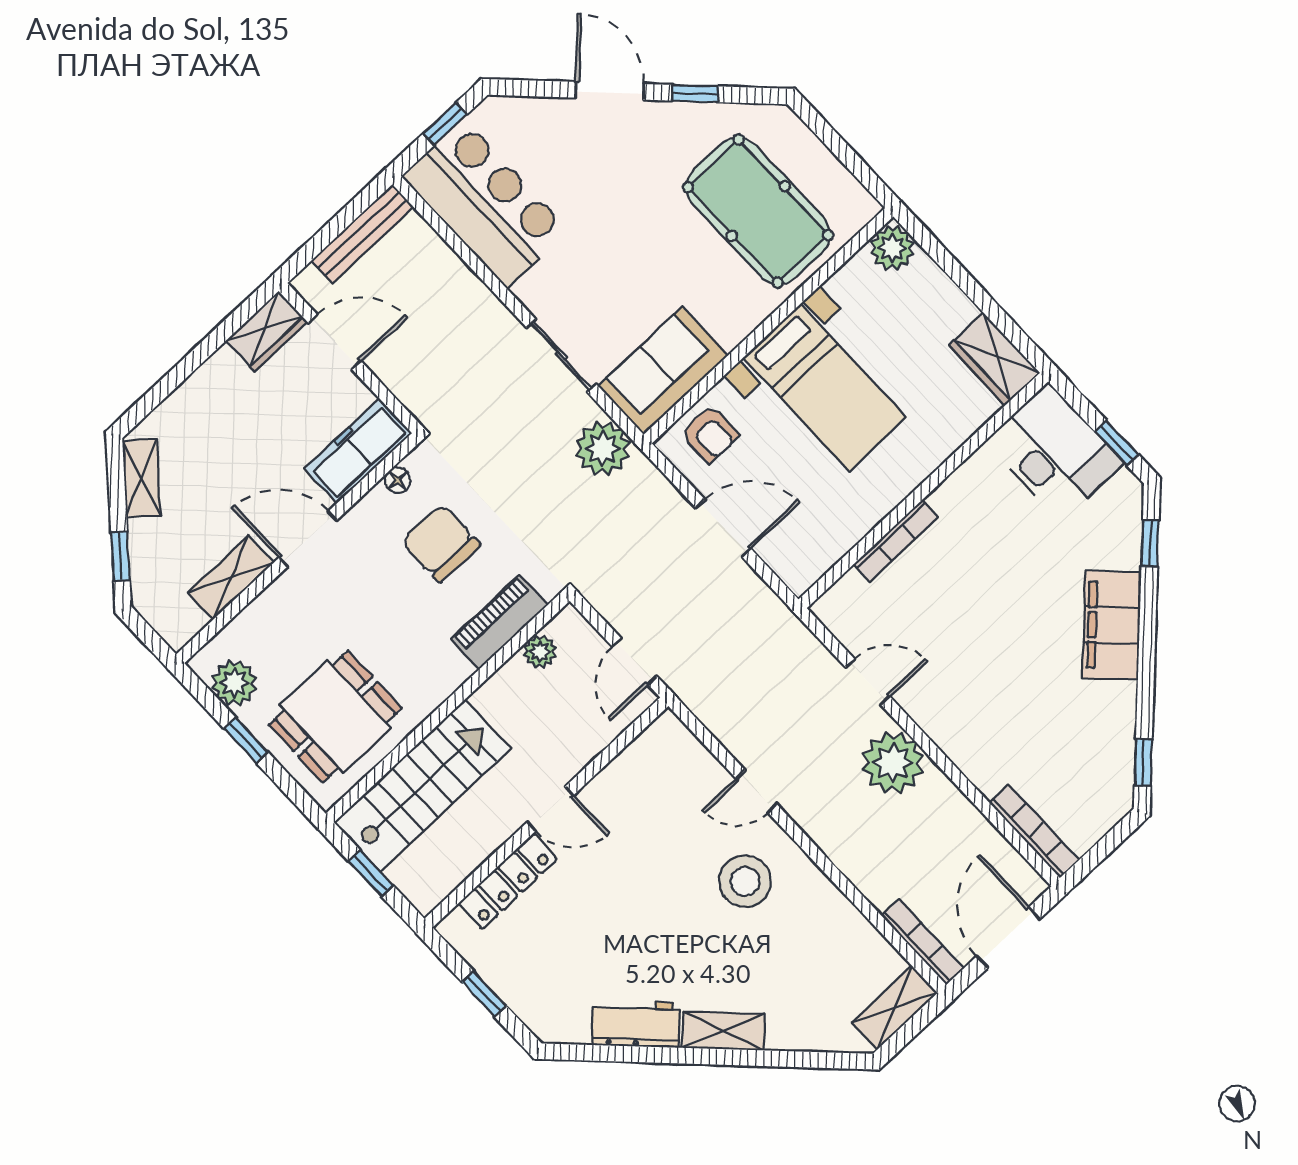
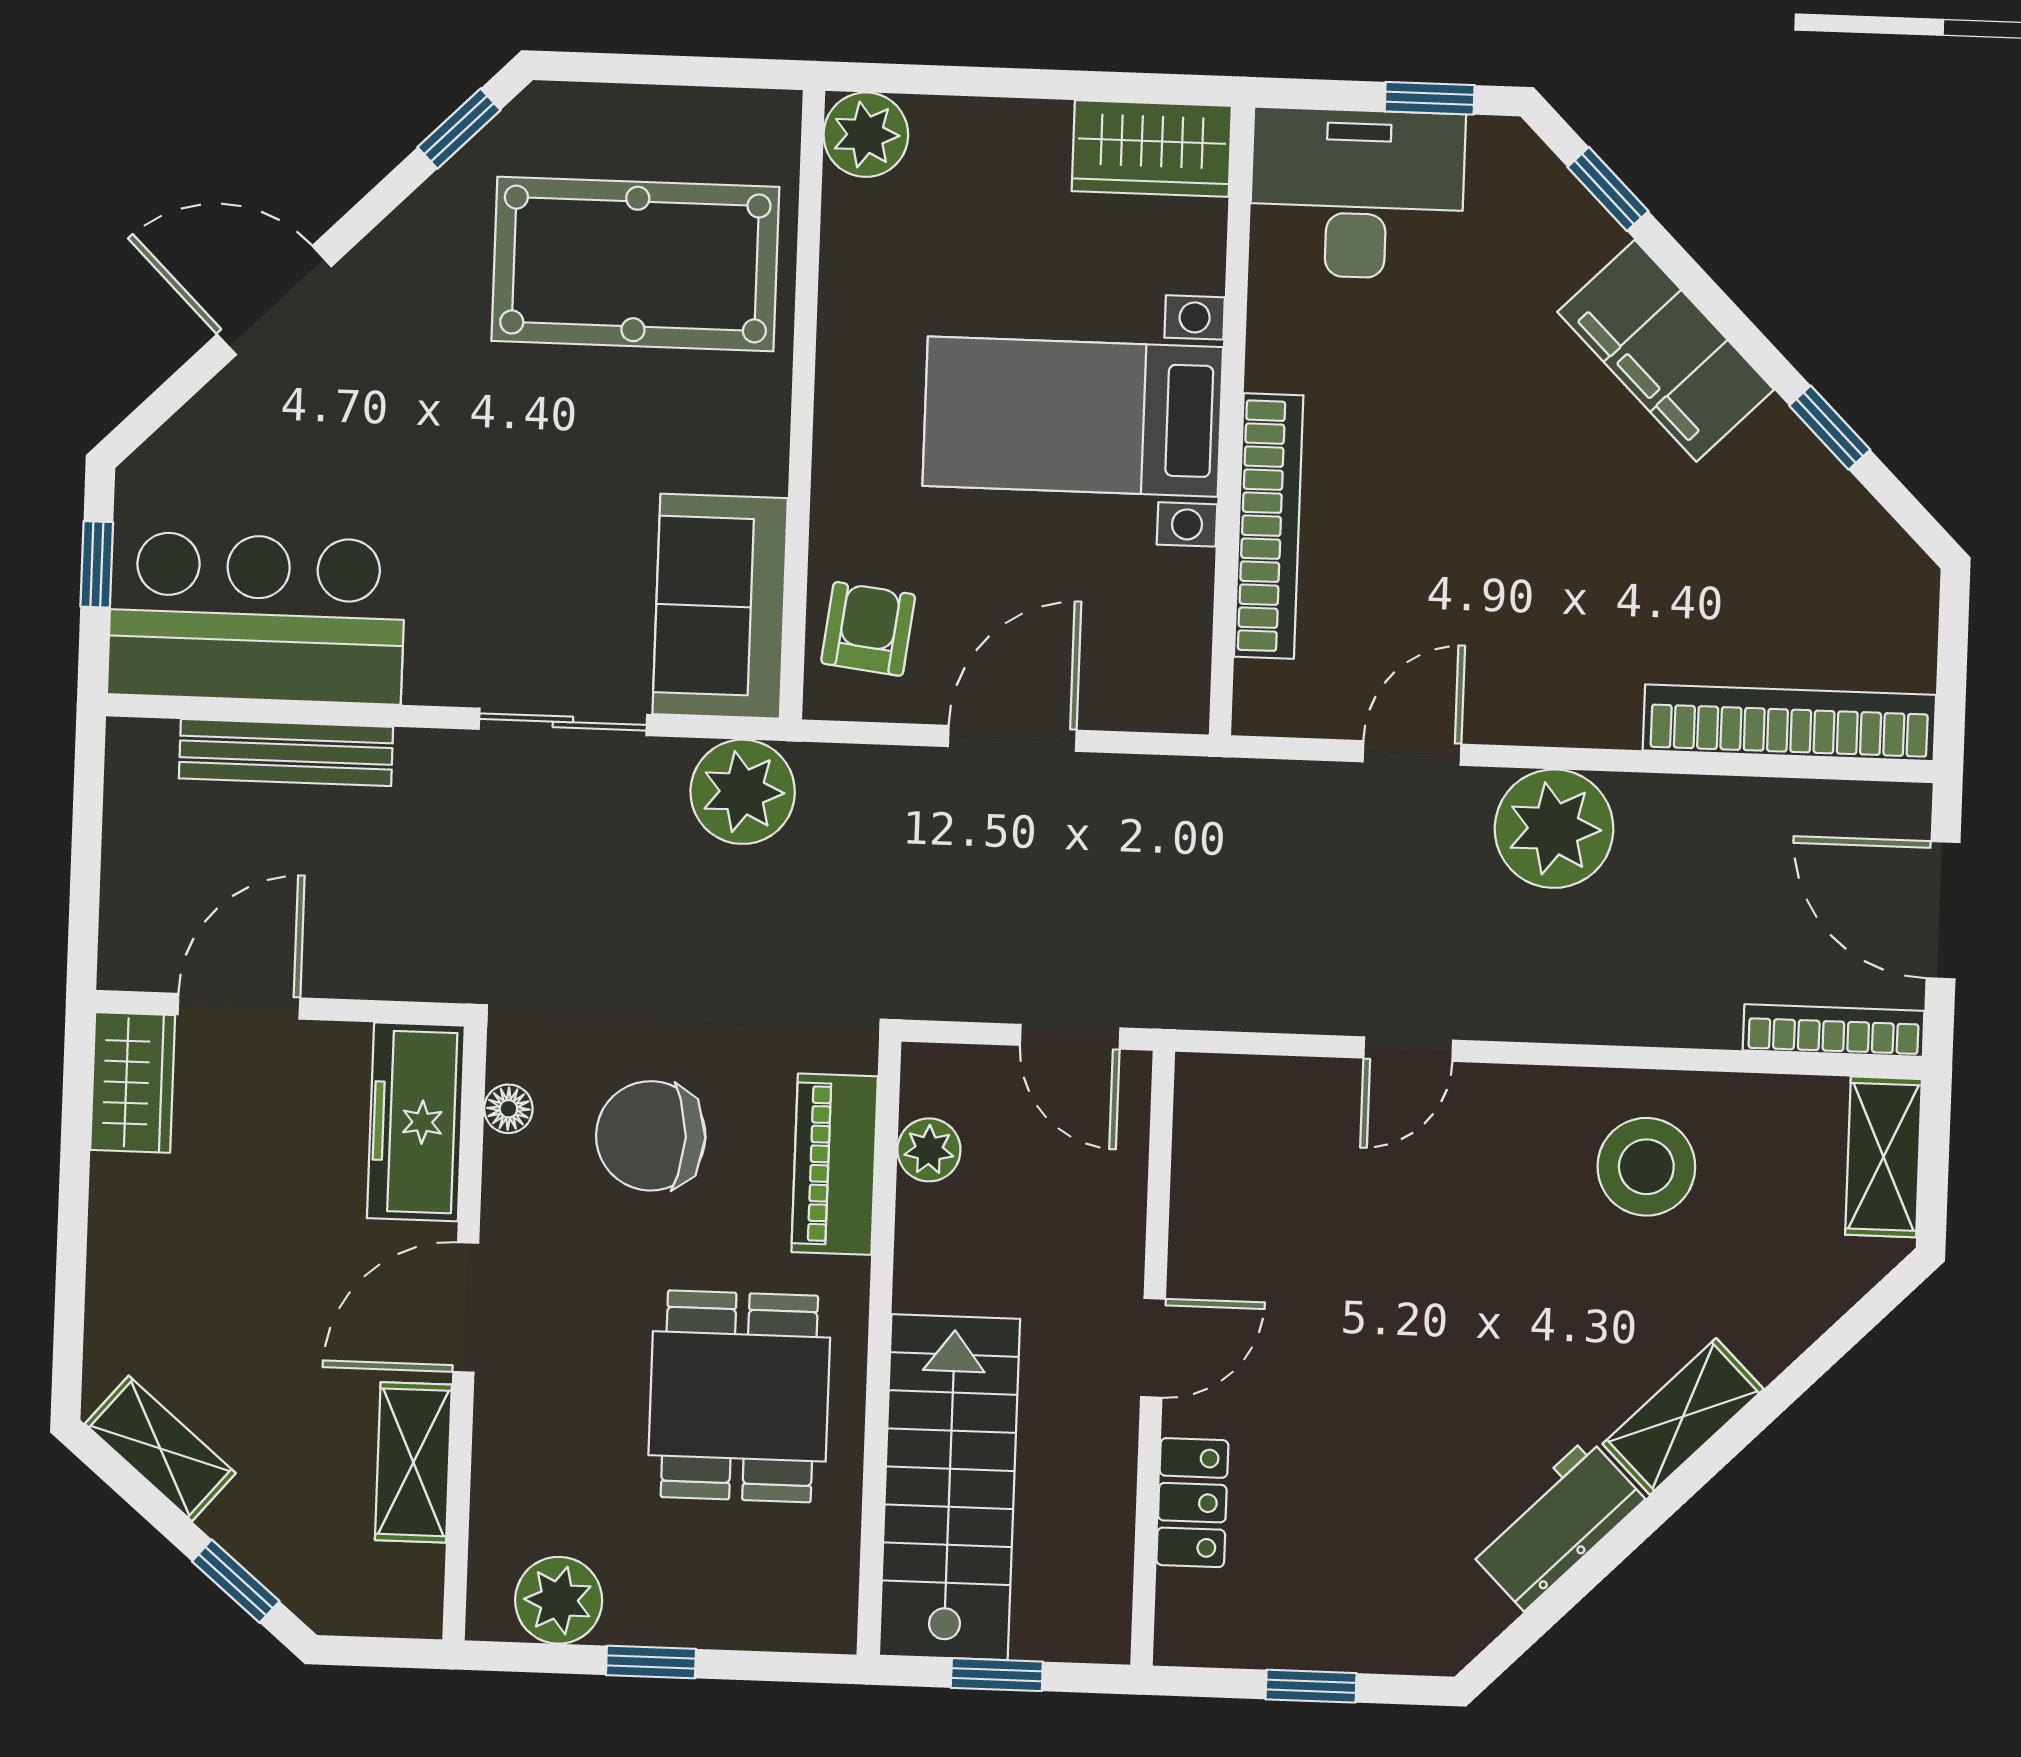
window: (695, 93) -> (459, 129), moved
bench: (362, 234) -> (286, 753), moved, turned 90
bed with nightstands: (825, 388) -> (1073, 417), moved, turned 180
armchair: (710, 434) -> (868, 629), turned -83
bookcase: (896, 541) -> (1269, 526), width x1.48, depth x1.31
dining table: (335, 717) -> (739, 1396), moved
window: (1143, 762) -> (1830, 428), moved
bookcase: (1034, 831) -> (1789, 723), width x1.48, depth x1.31
locker: (508, 881) -> (1192, 1503), width x0.66
stool: (745, 881) -> (1646, 1167), moved

